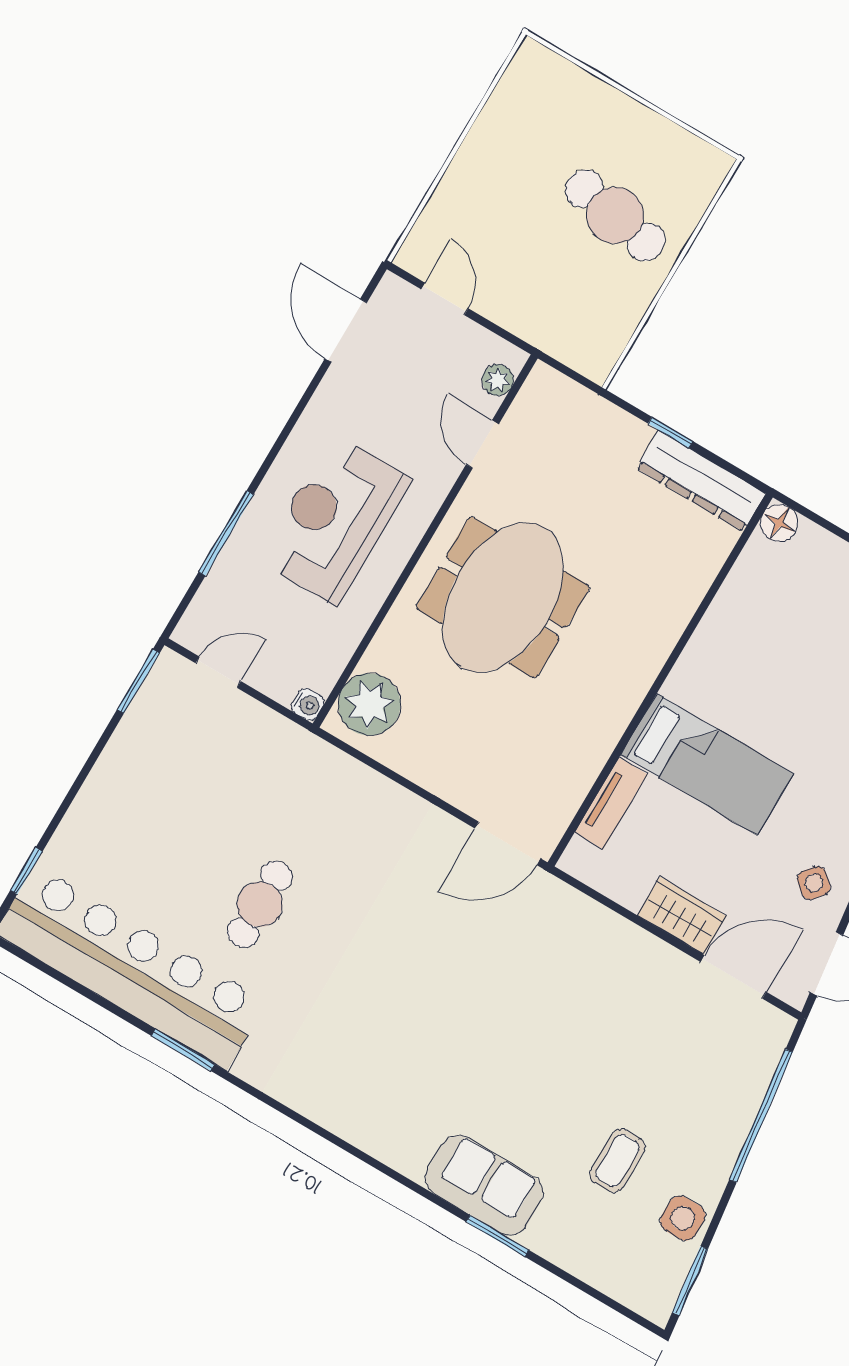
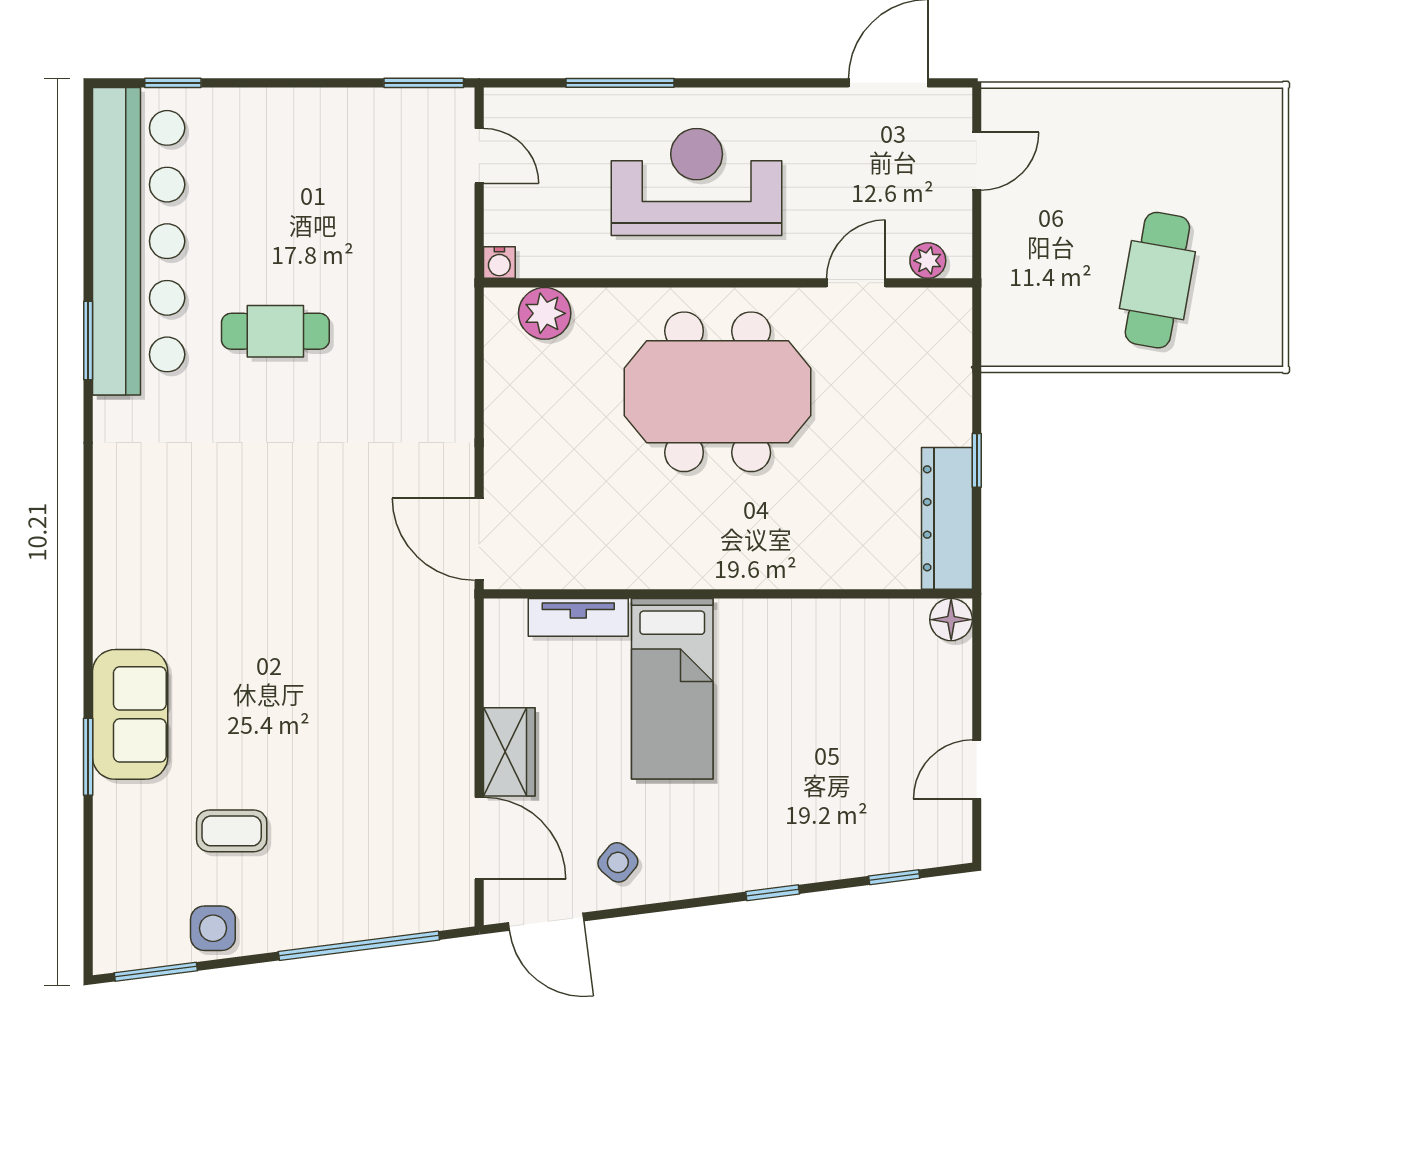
plant: (369, 704) -> (545, 313), width x0.73, depth x0.73

